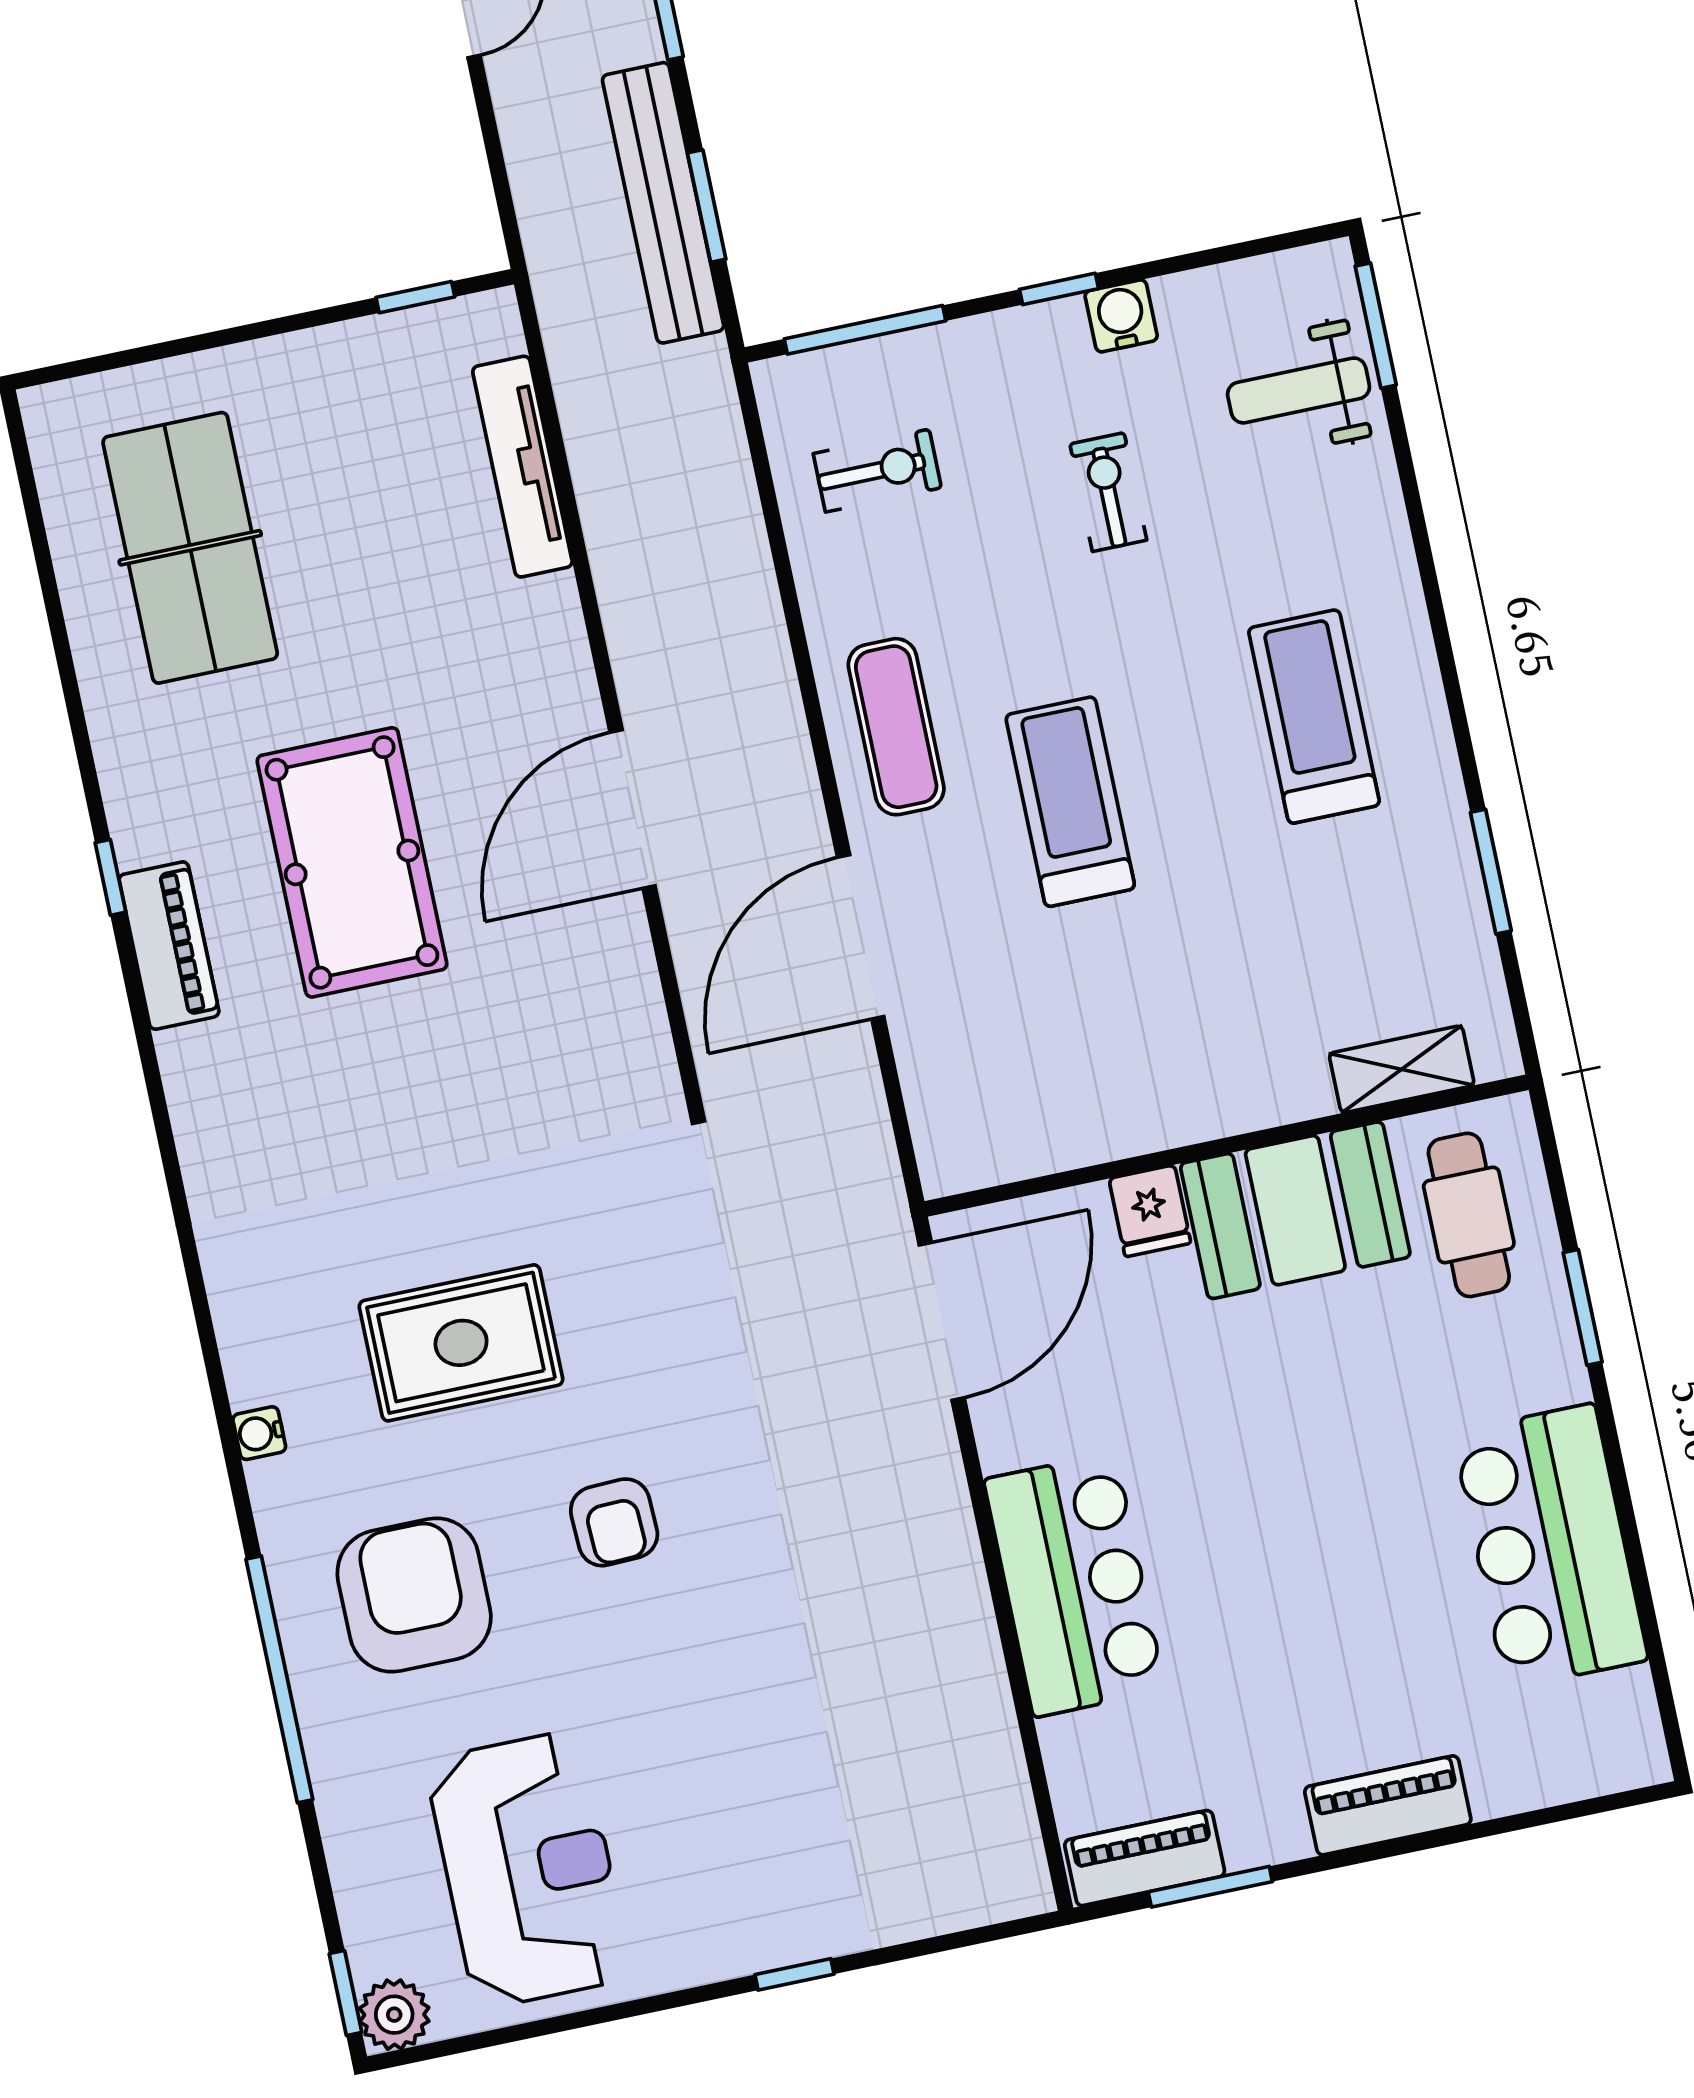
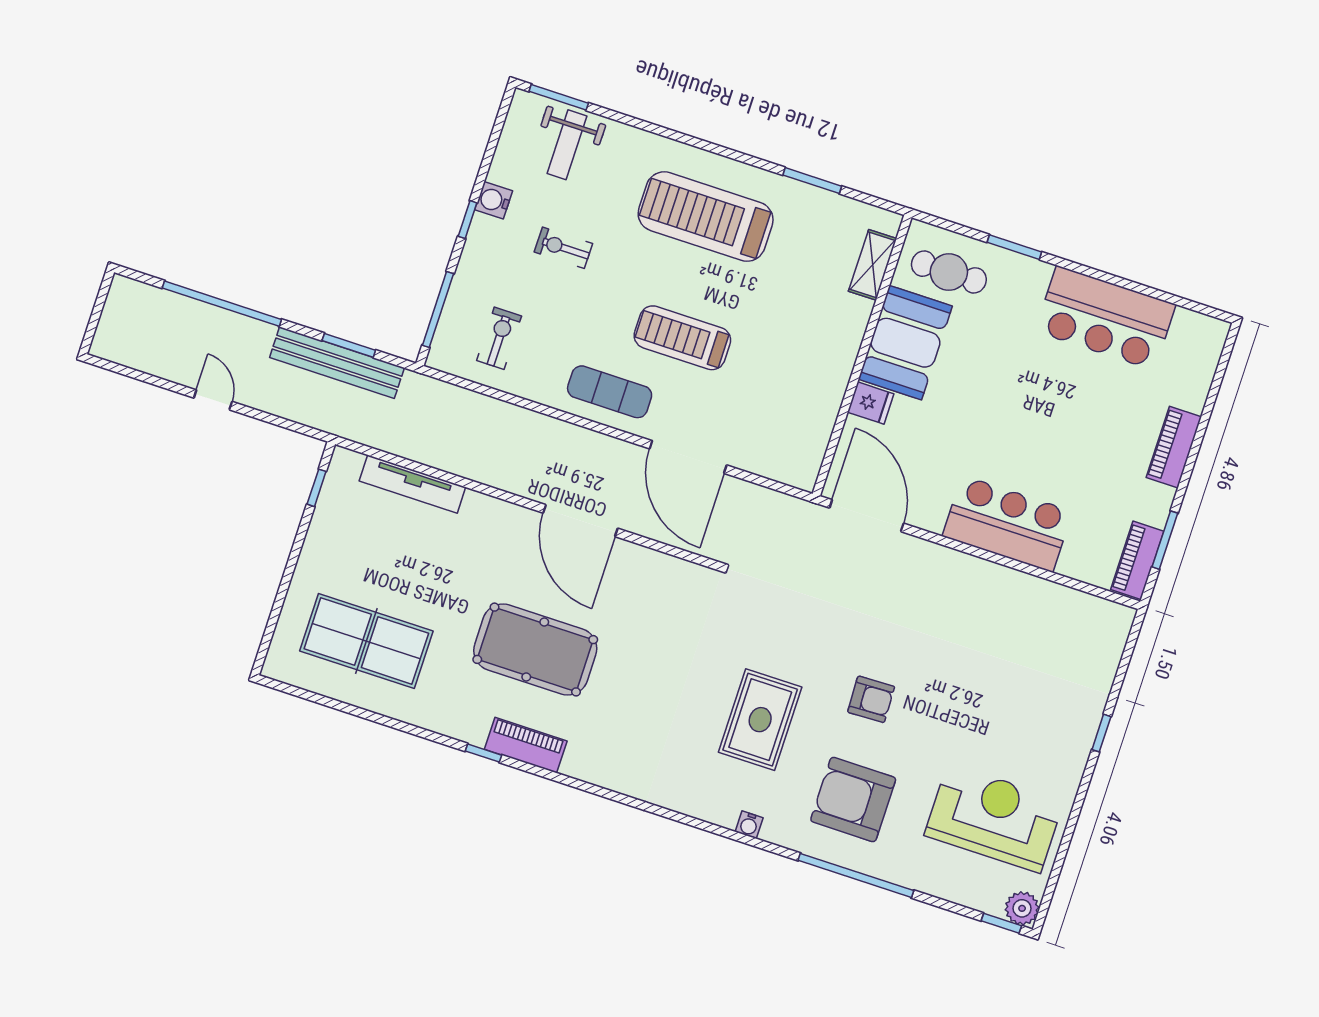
treadmill: (1314, 717) -> (706, 217), width x1.37, depth x1.38

